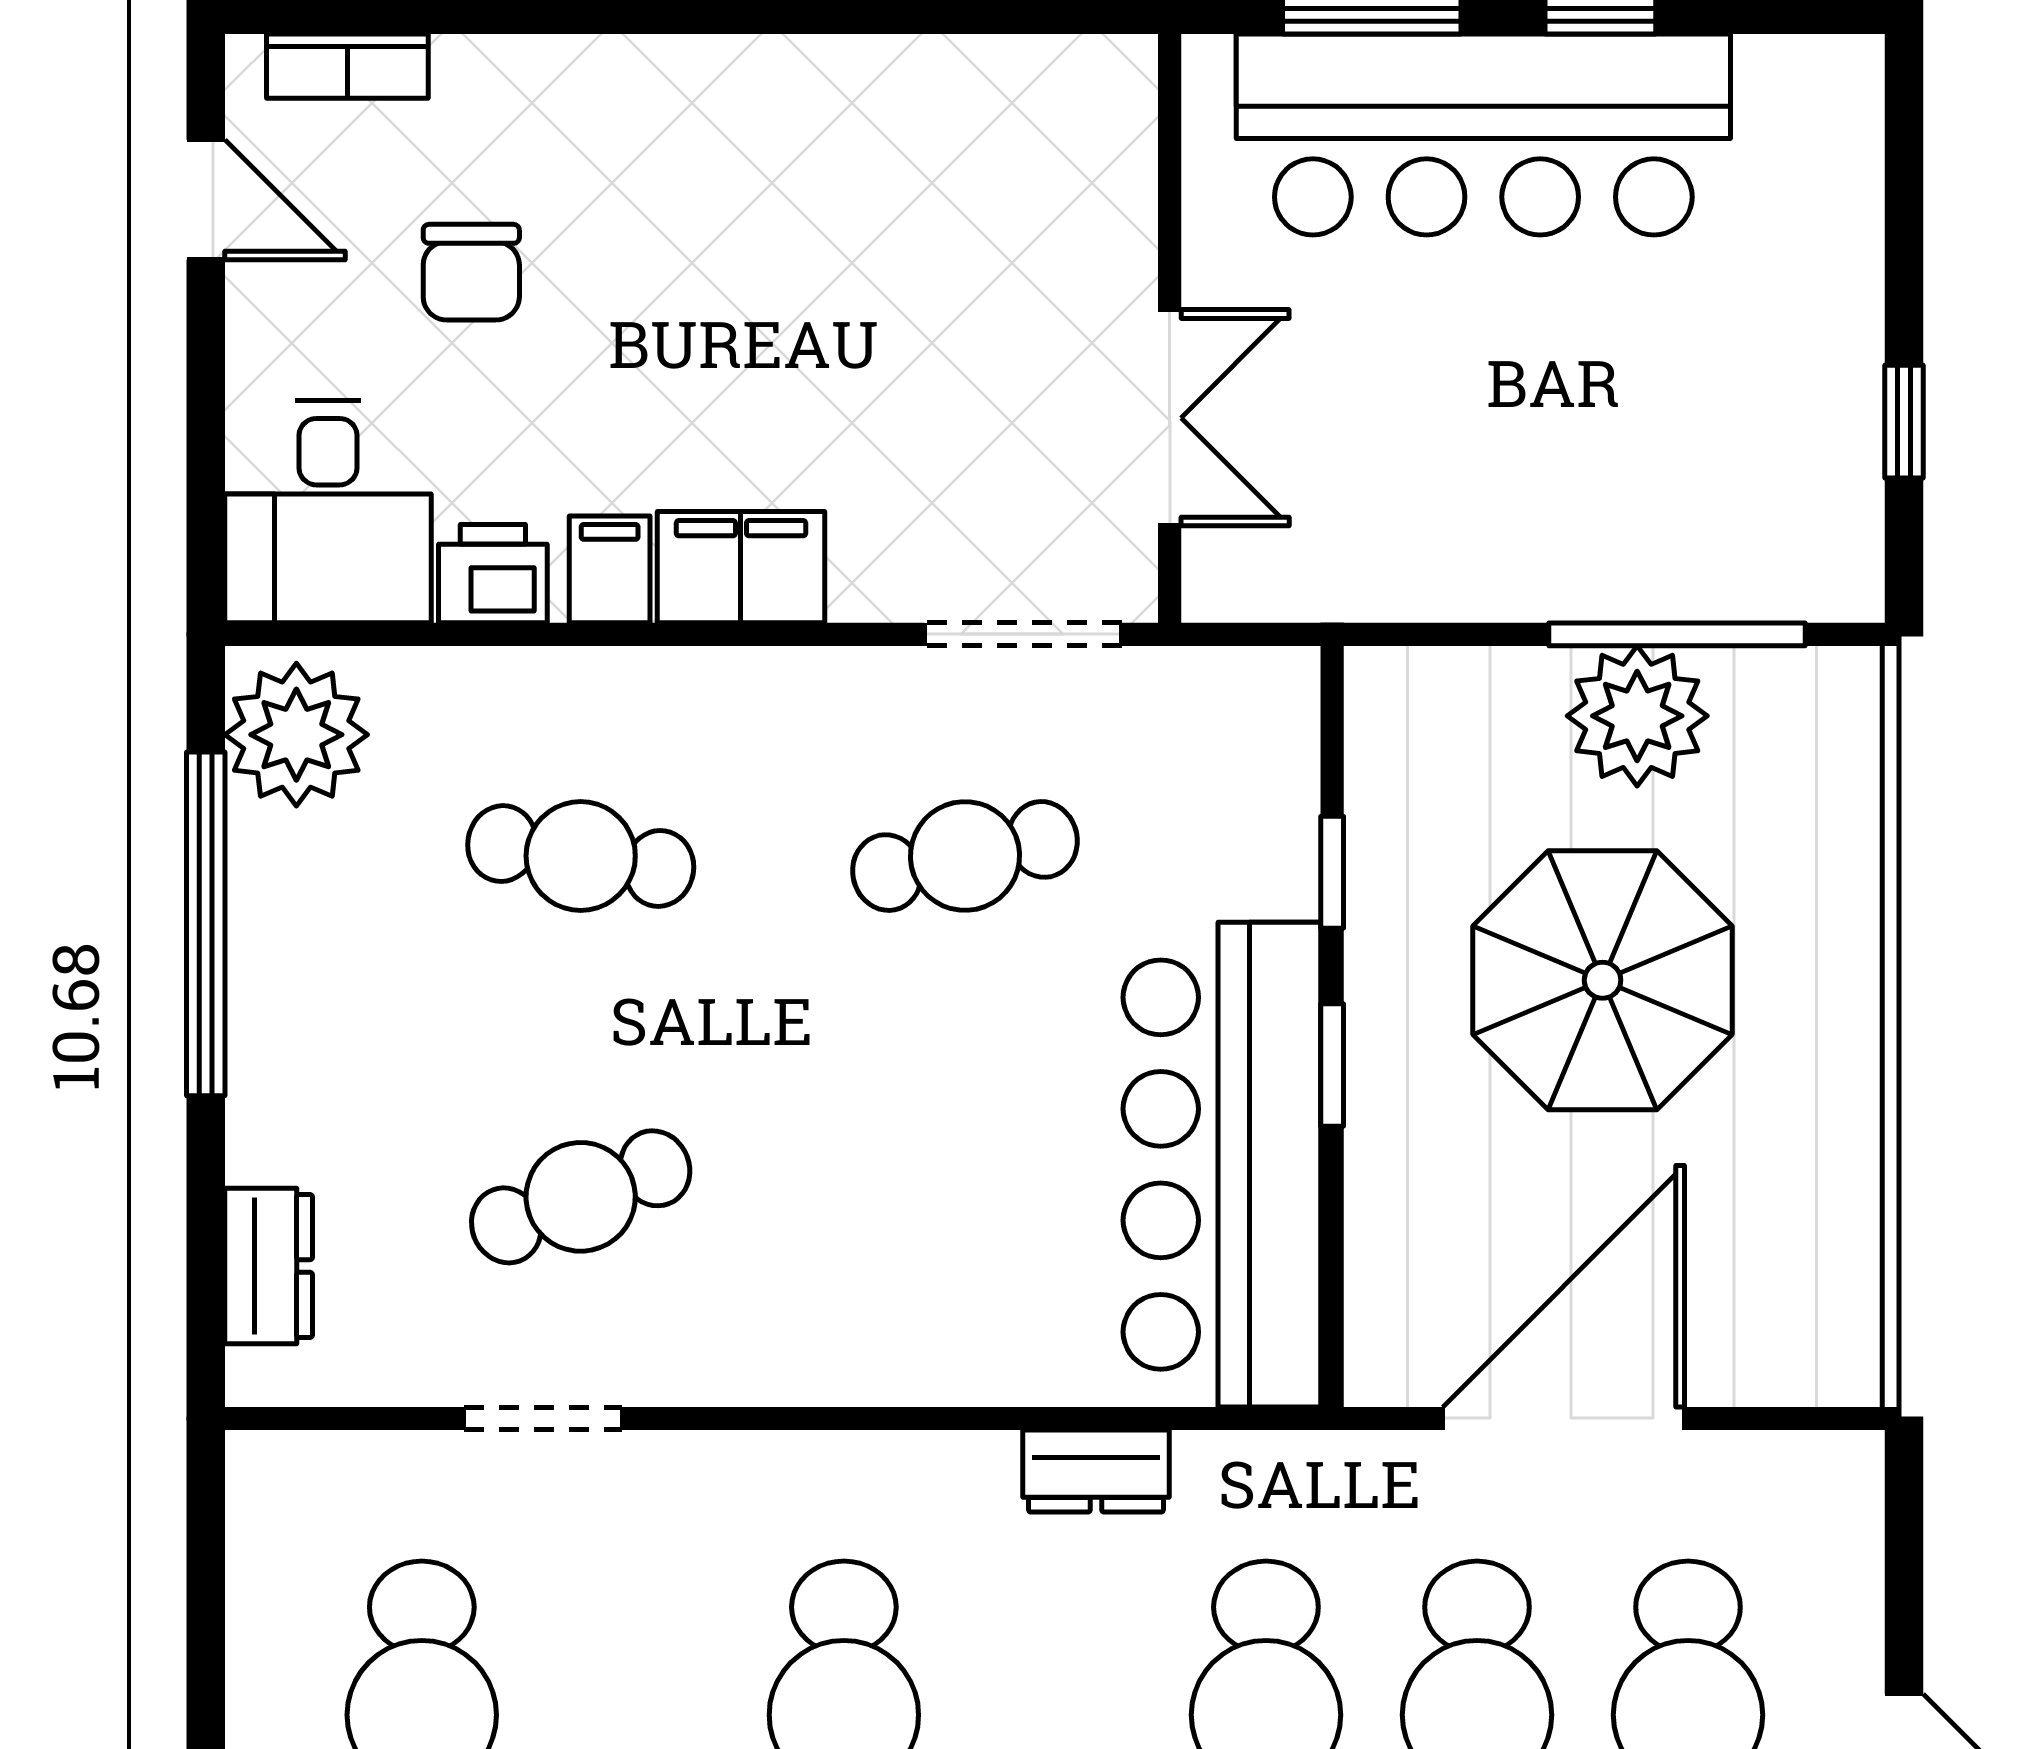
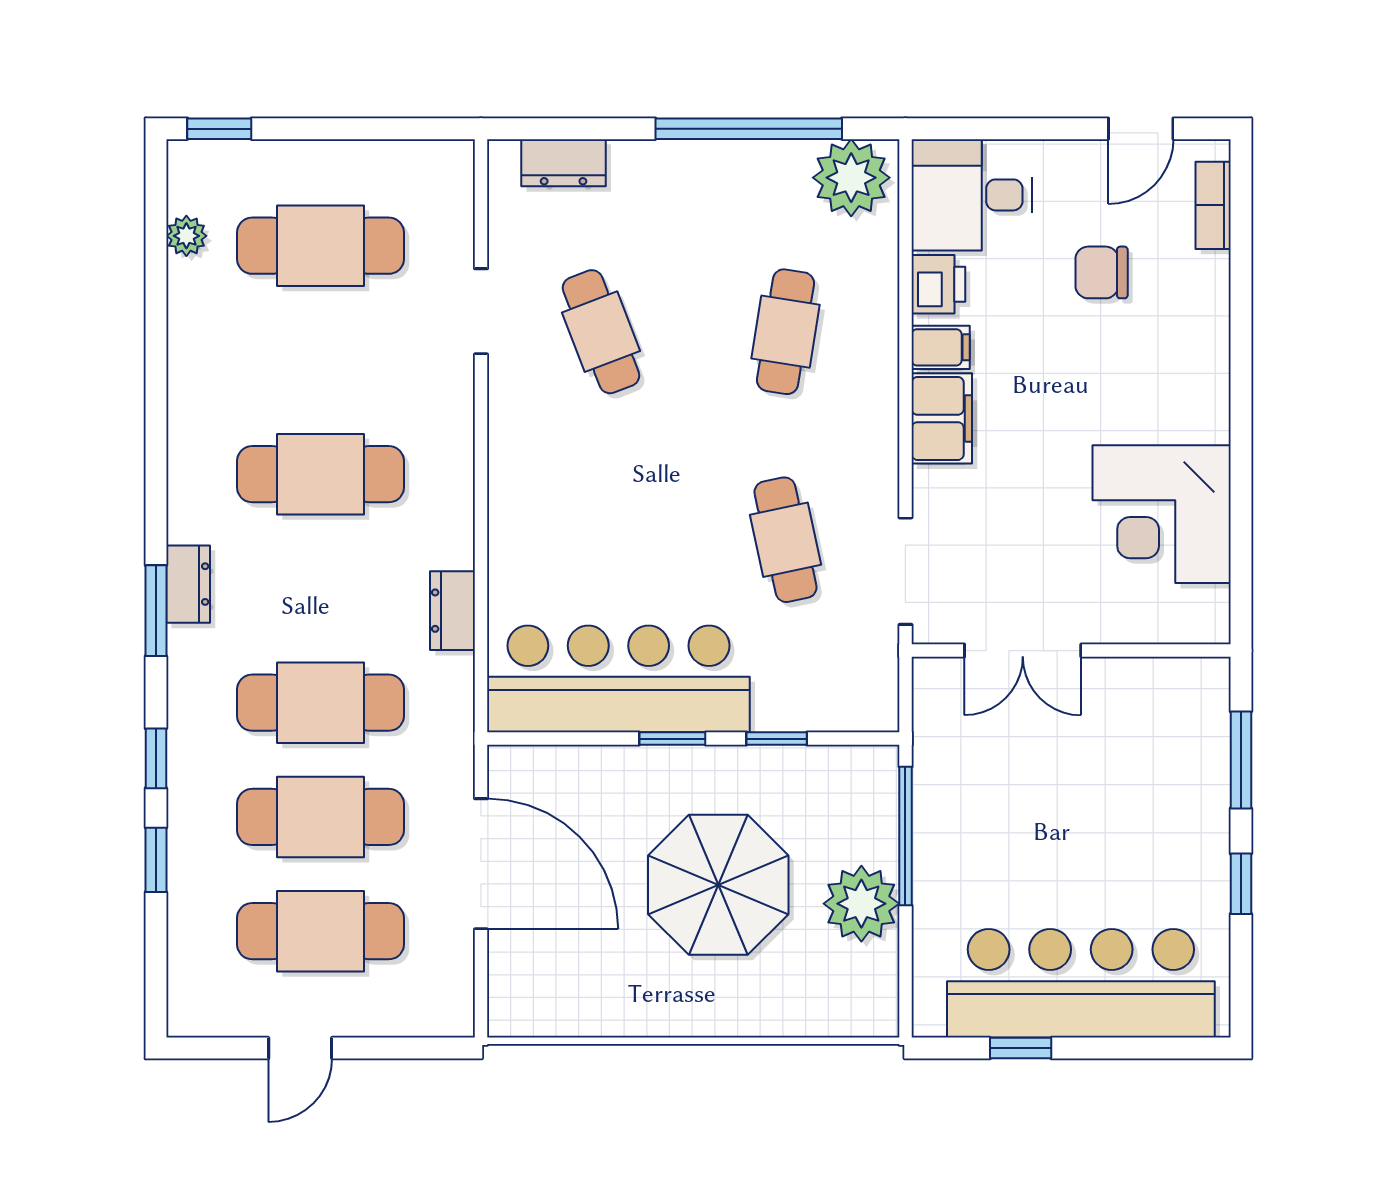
bar counter: (1483, 135) -> (1081, 983), moved, turned 90
corner desk: (918, 161) -> (1162, 514), added
window: (1677, 634) -> (905, 836), moved

